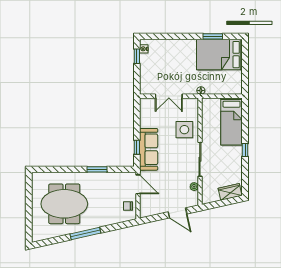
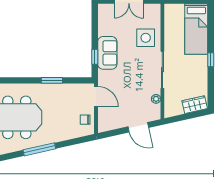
sofa: (149, 149) -> (107, 53), width x0.73

